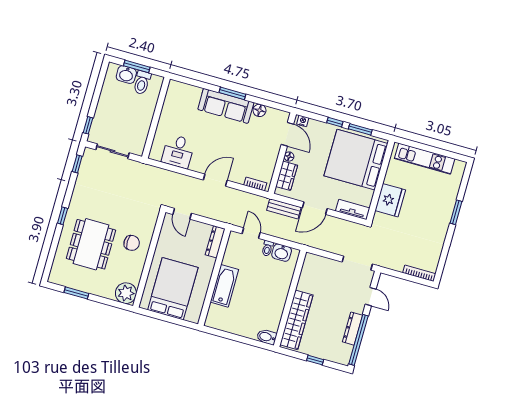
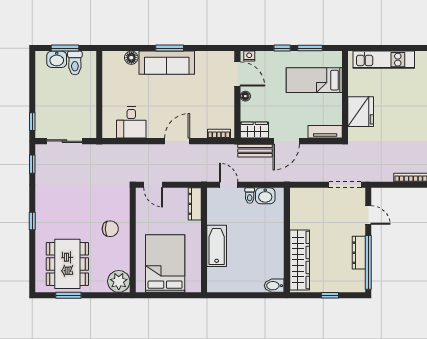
floor lamp: (259, 110) -> (131, 58), moved
bed: (356, 160) -> (314, 80), width x0.49
wardrobe: (287, 176) -> (254, 130), moved, turned -90
dining table: (91, 244) -> (67, 264), moved

